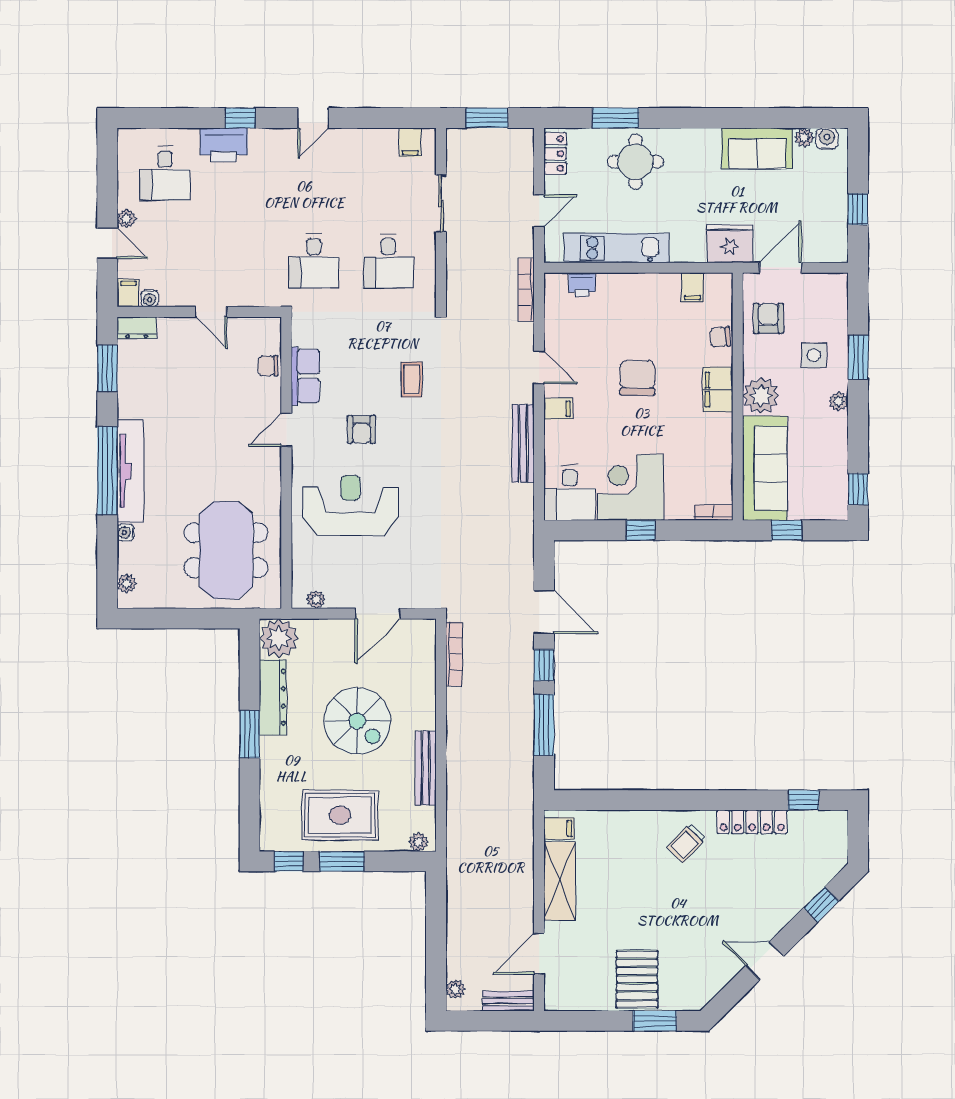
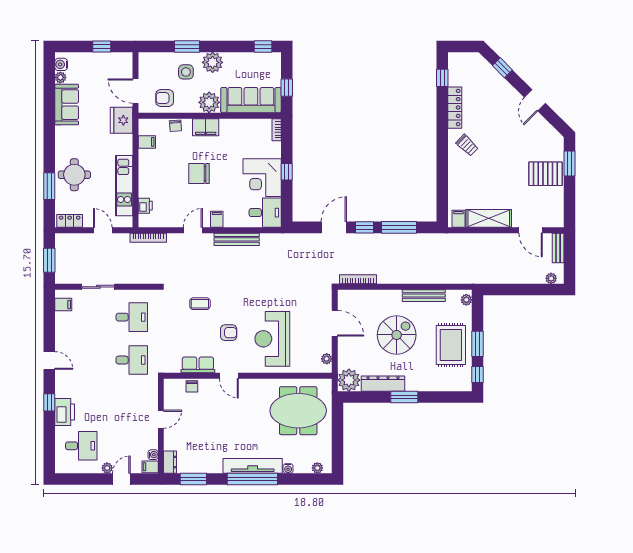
plant: (839, 401) -> (213, 62), width x1.88, depth x1.88

